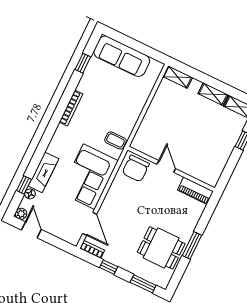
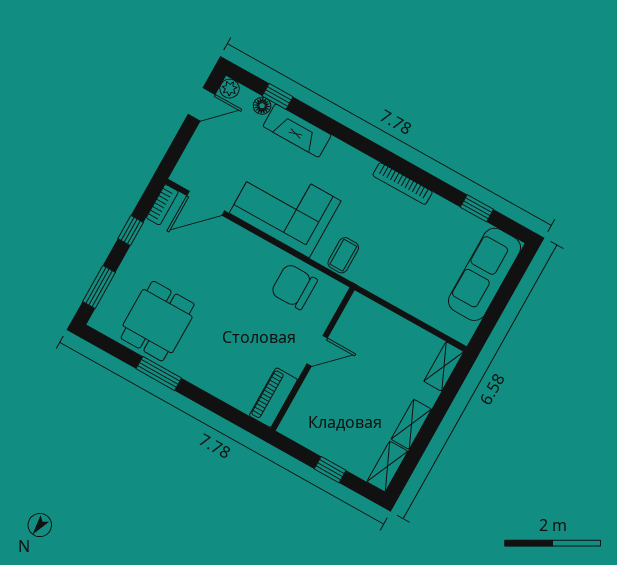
door: (166, 166) -> (317, 351), moved
wall: (171, 169) -> (313, 359), moved
piano: (195, 191) -> (273, 398), moved

